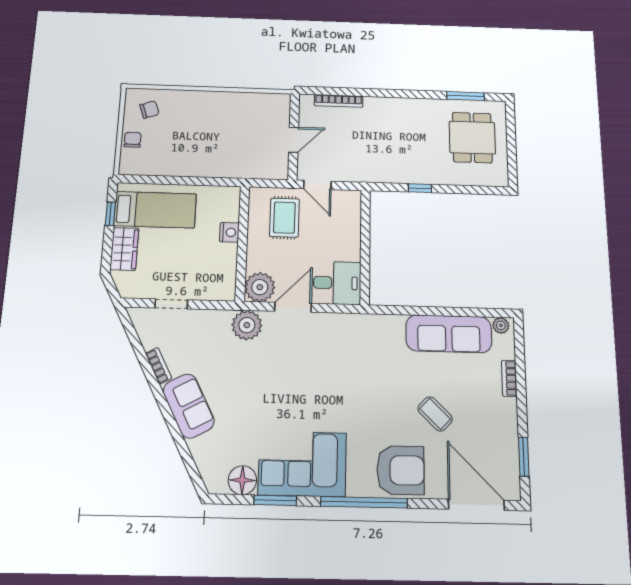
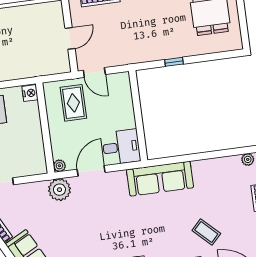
nightstand: (229, 232) -> (30, 93), moved
plant: (260, 287) -> (59, 166), width x0.53, depth x0.53
sofa: (449, 334) -> (160, 179), moved

